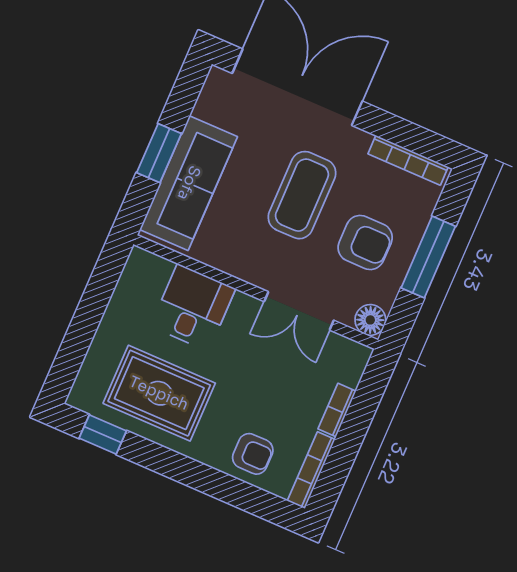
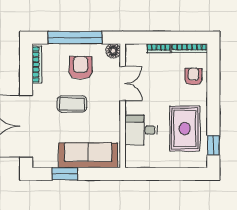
window: (159, 153) -> (65, 174), moved
coffee table: (302, 195) -> (72, 104), width x0.73, depth x0.76
window: (428, 257) -> (75, 38), width x1.46

